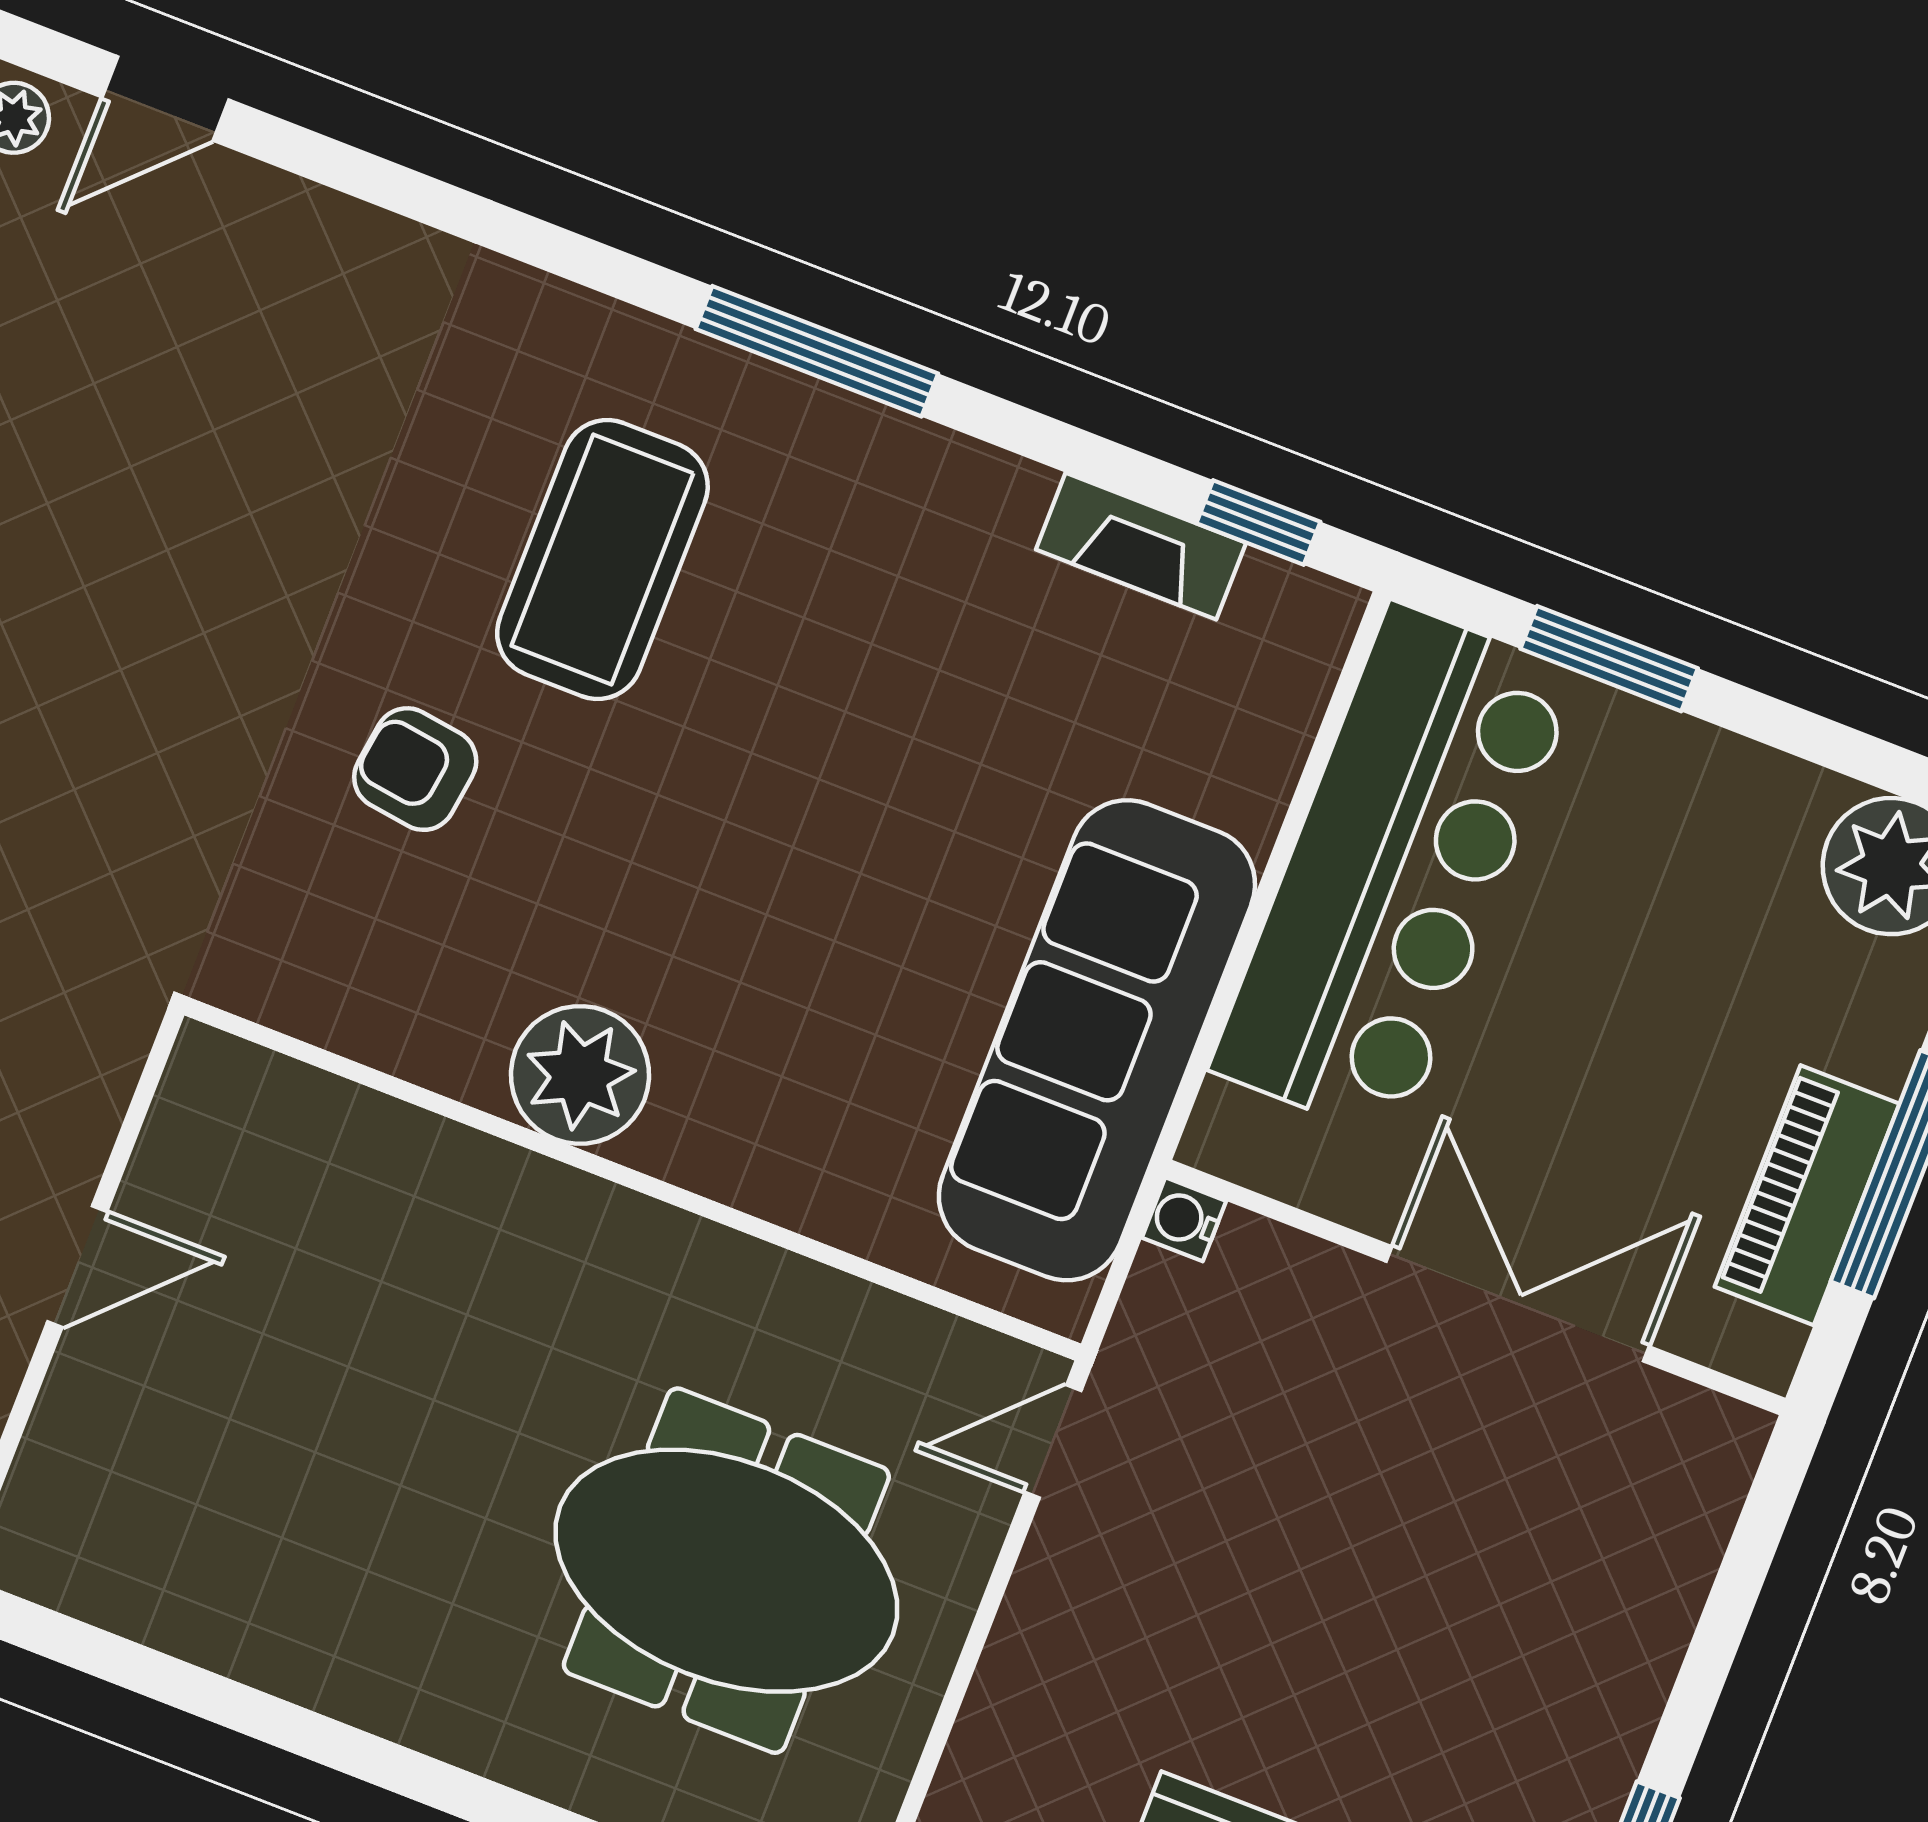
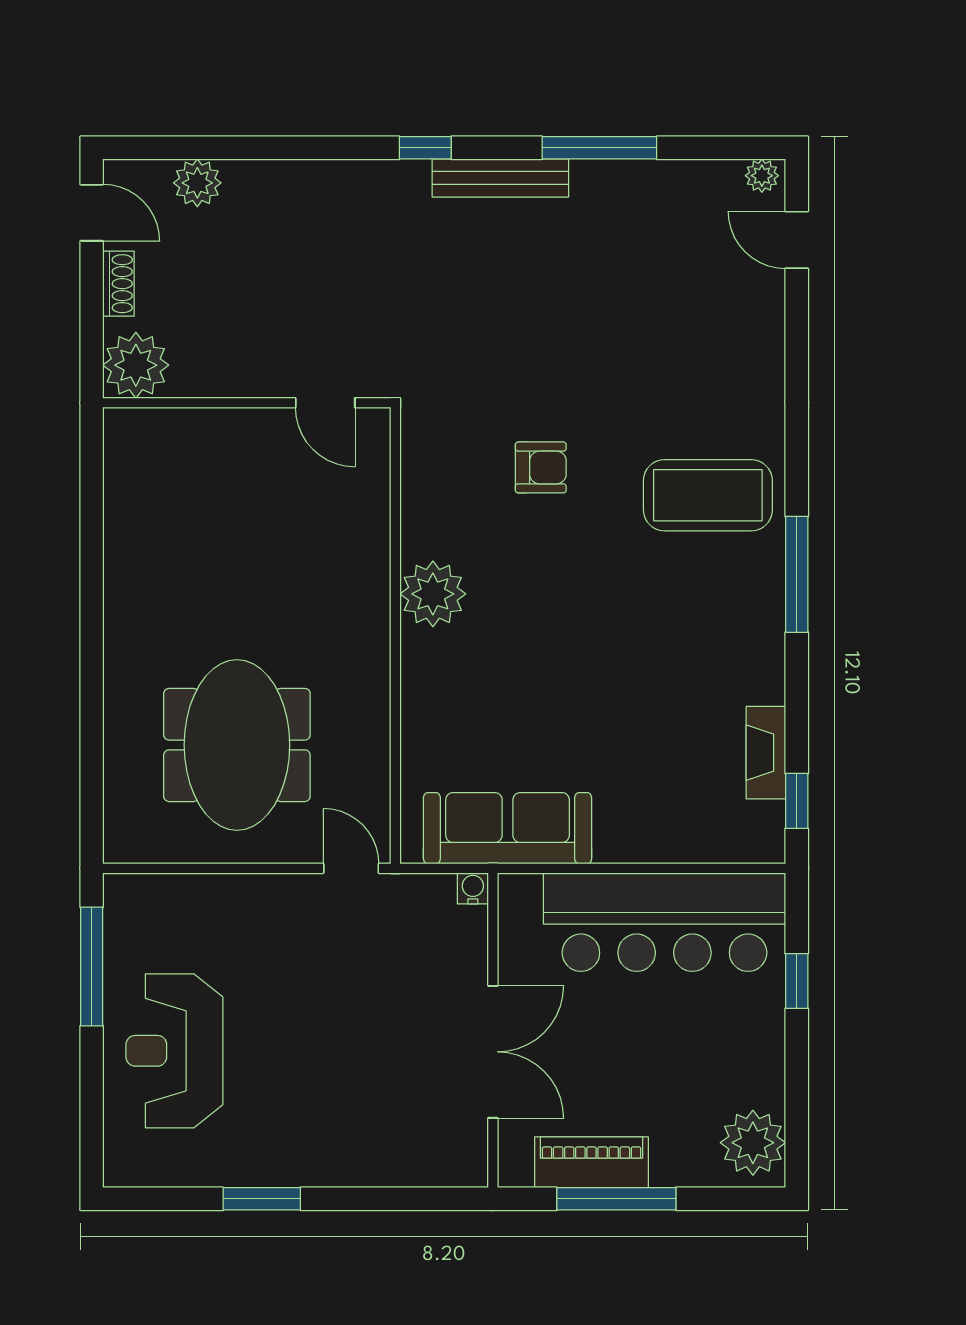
coffee table: (602, 559) -> (708, 495), moved
window: (1609, 659) -> (797, 981), width x0.67
armchair: (415, 769) -> (541, 467), turned 82
sofa: (1097, 1040) -> (508, 828), width x0.74, depth x0.79
door: (77, 1266) -> (325, 403), moved

